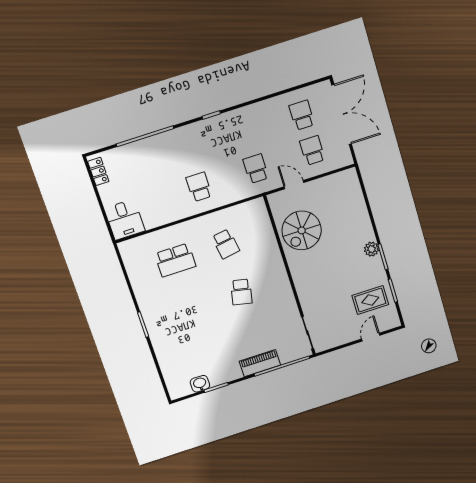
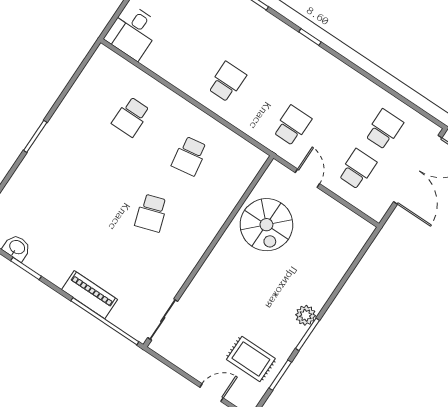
spiral stairs: (302, 230) -> (266, 225), turned -90
school desk: (175, 260) -> (131, 117), width x0.54
school desk: (241, 292) -> (151, 213), turned -30

